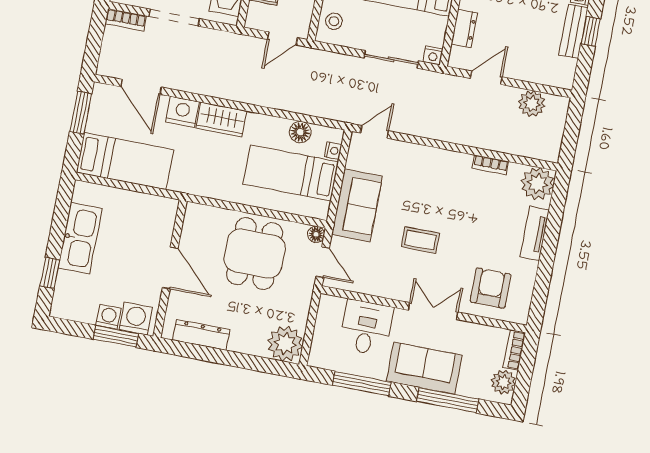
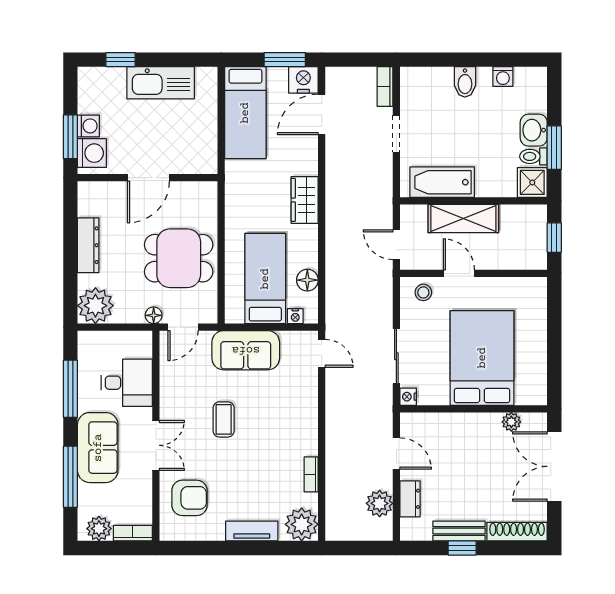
doorway: (174, 18) -> (396, 134), width x0.73
dresser: (464, 28) -> (410, 499), moved, turned -90
nightstand: (182, 112) -> (303, 80), moved, turned -90
floor lamp: (316, 234) -> (154, 315), moved
dresser: (201, 335) -> (88, 245), moved

